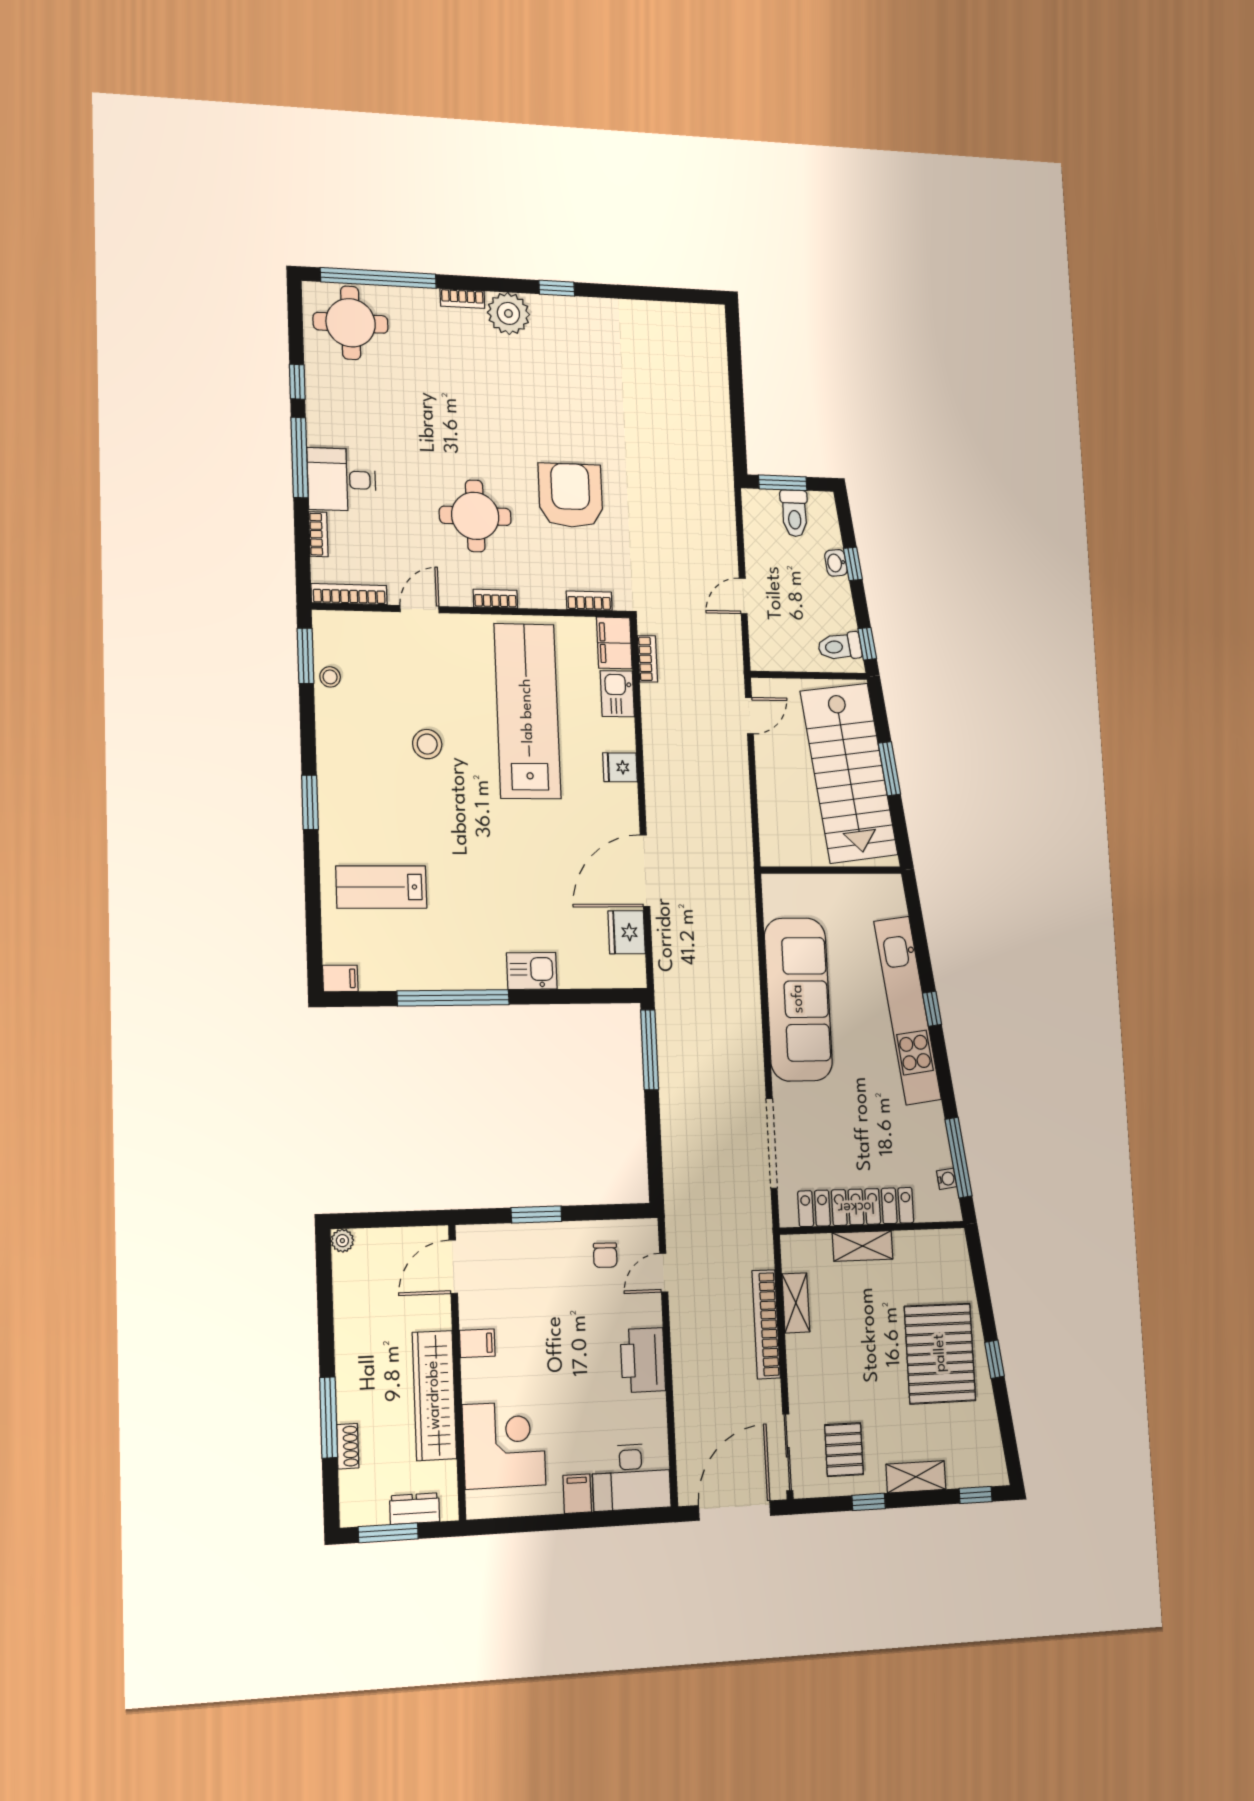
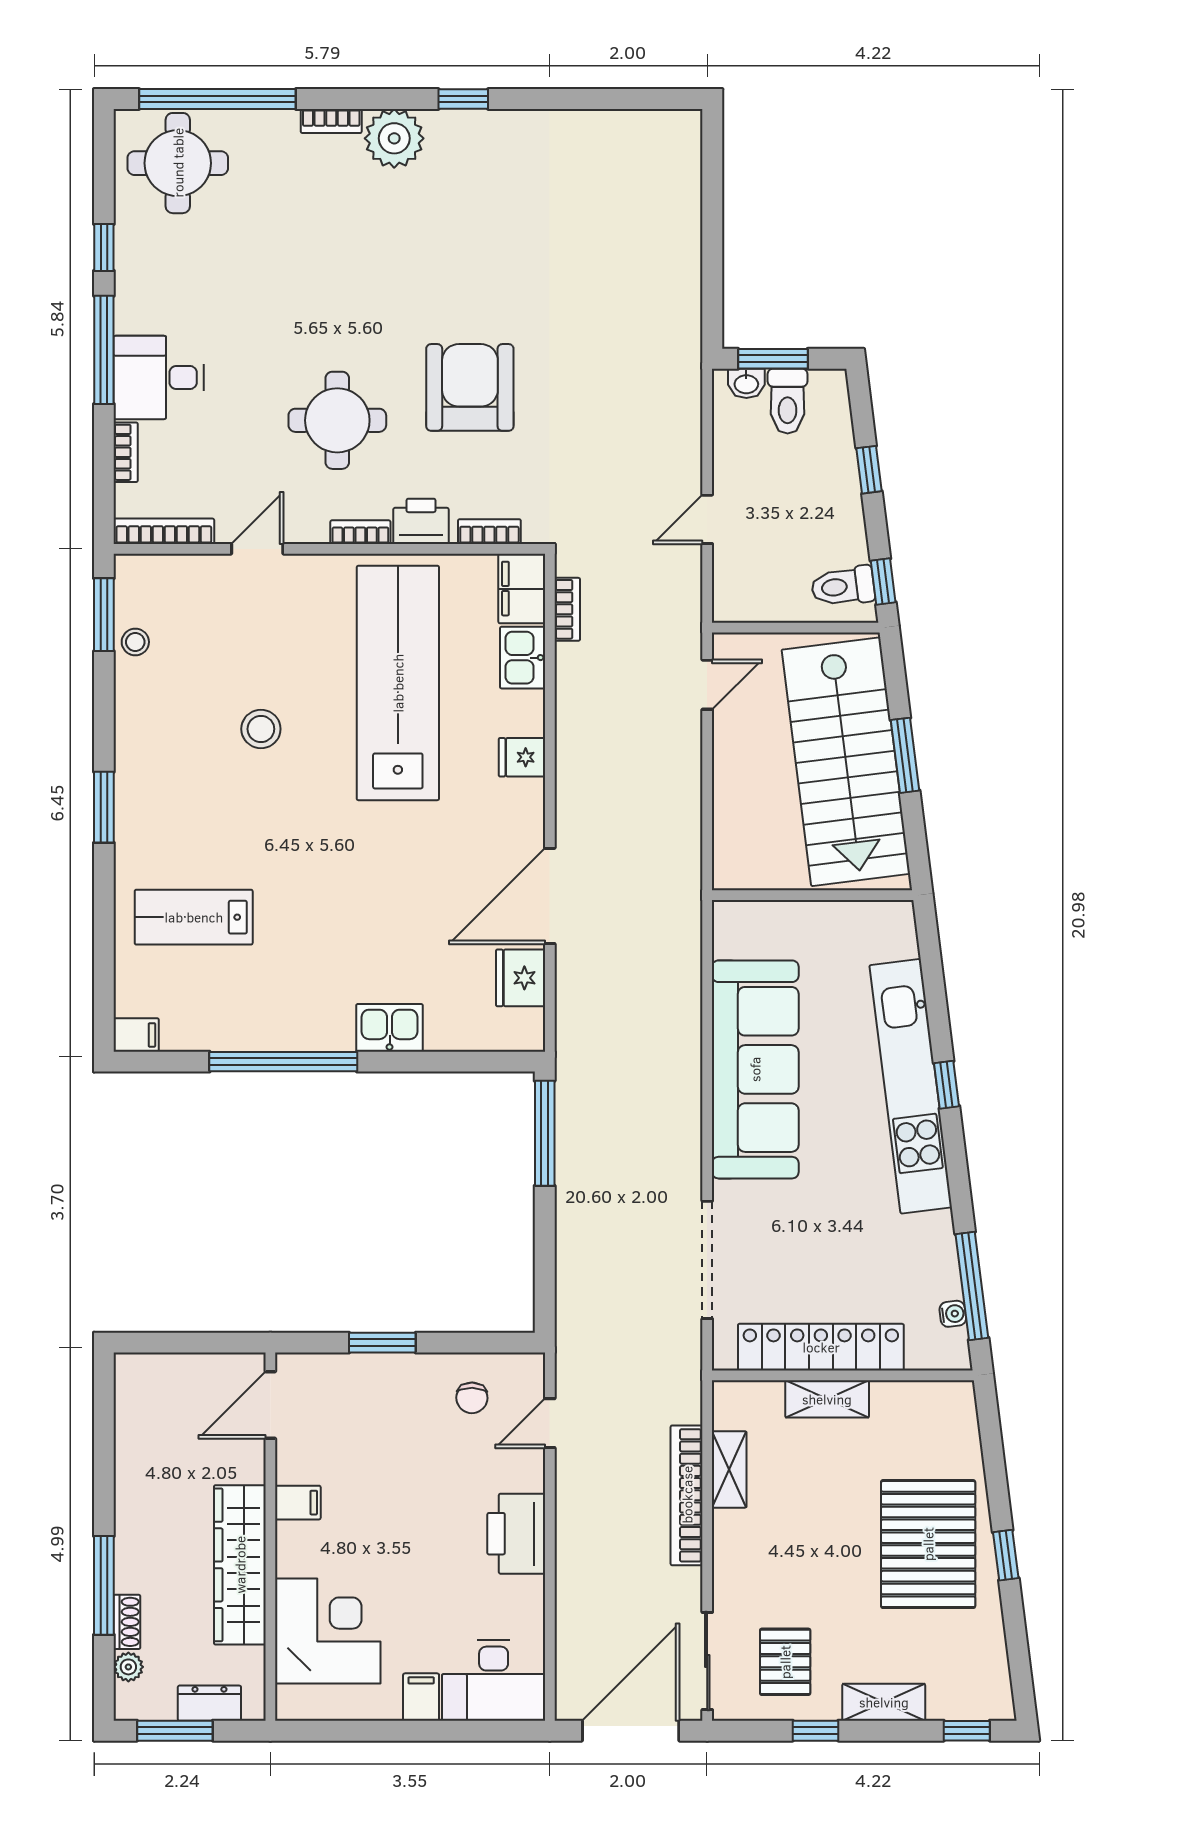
washbasin: (836, 563) -> (746, 383), moved, turned -83
printer: (539, 592) -> (421, 521), added
plant: (342, 1241) -> (128, 1667), moved

